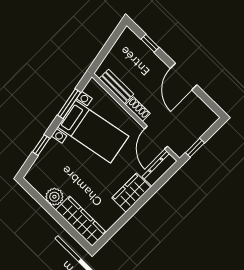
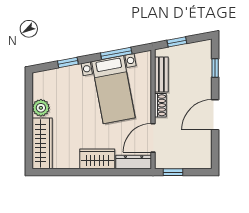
window: (104, 52) -> (177, 42), added

